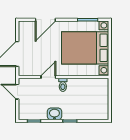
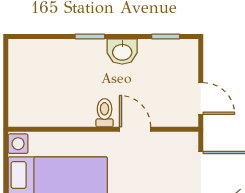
door: (48, 77) -> (135, 129), swing flipped

